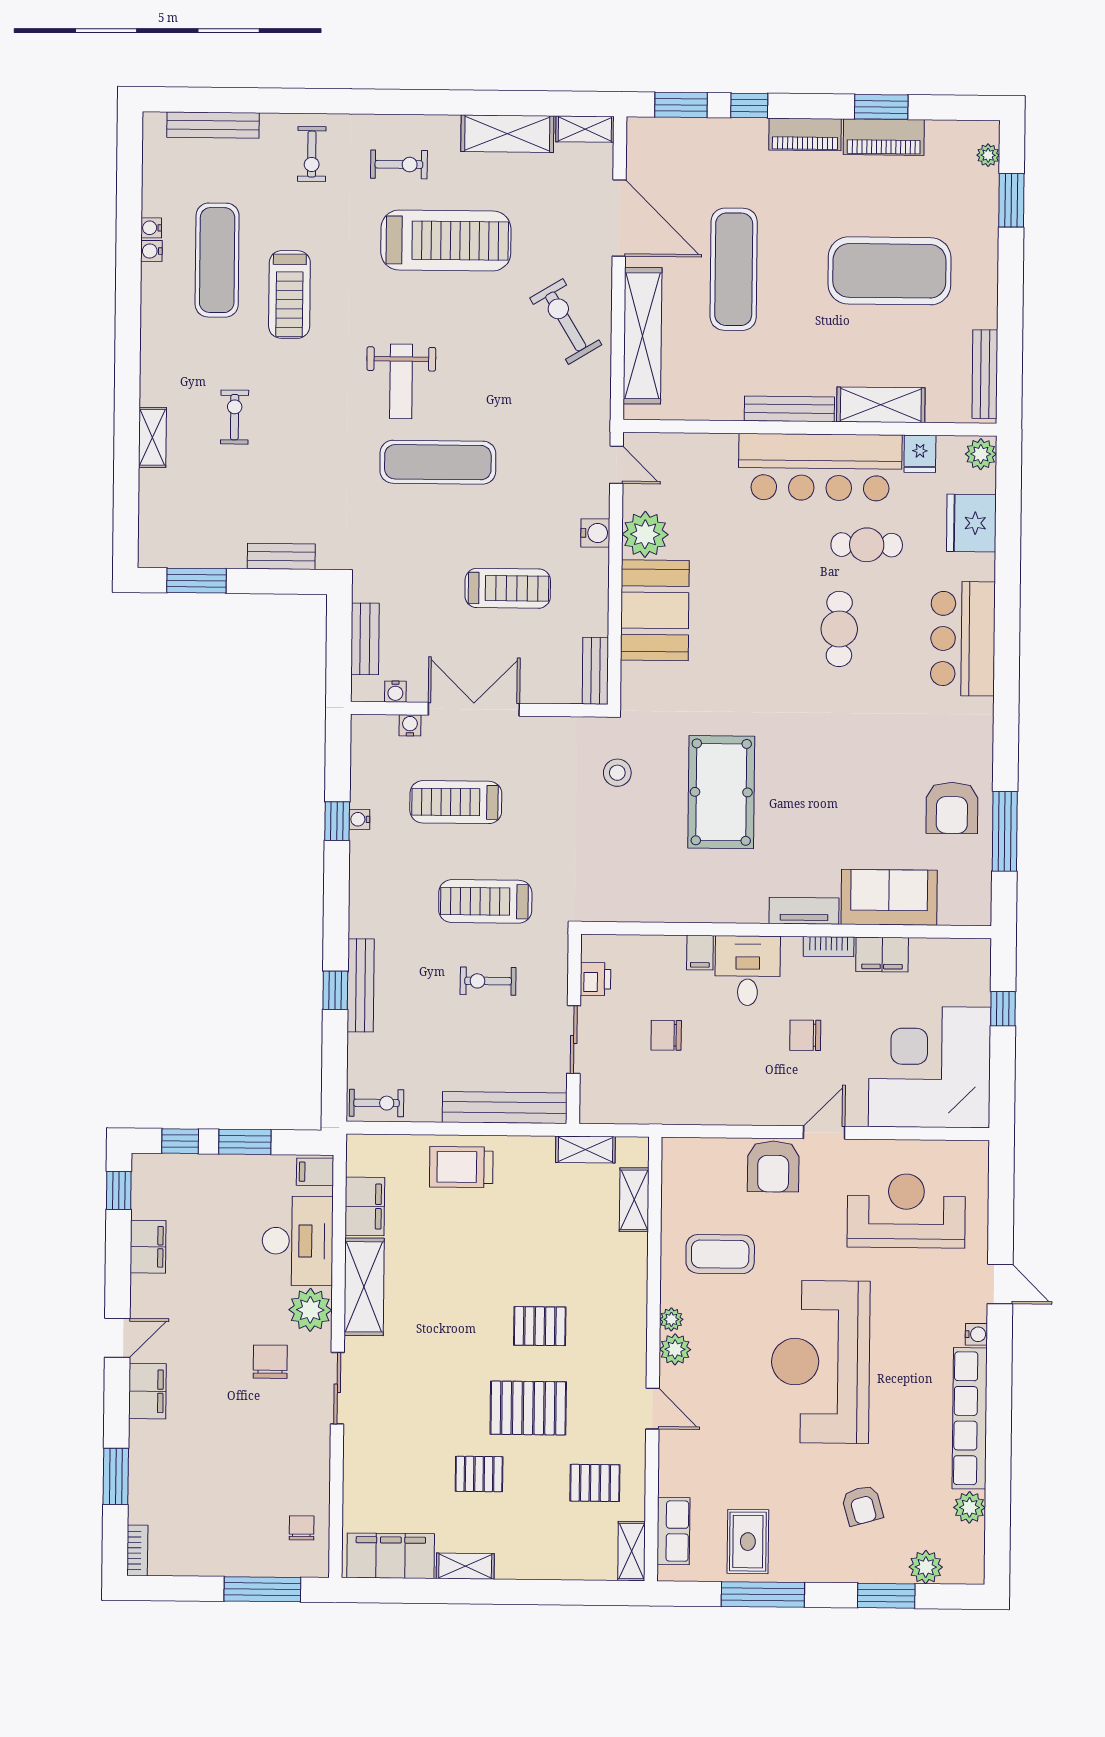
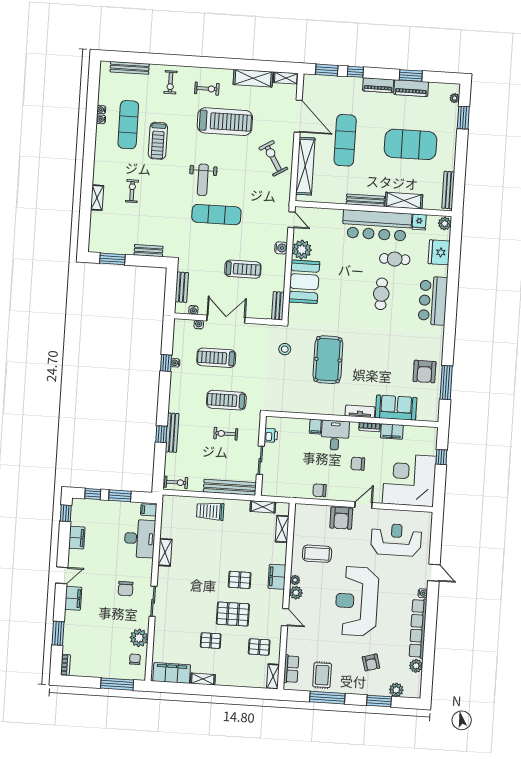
chair: (666, 1035) -> (320, 490), moved
filing cabinet: (365, 1206) -> (277, 577), moved, turned 180
shelving: (364, 1287) -> (165, 552), width x0.67, depth x0.75
plant: (310, 1310) -> (139, 638), moved
chair: (270, 1362) -> (126, 589), turned 180

